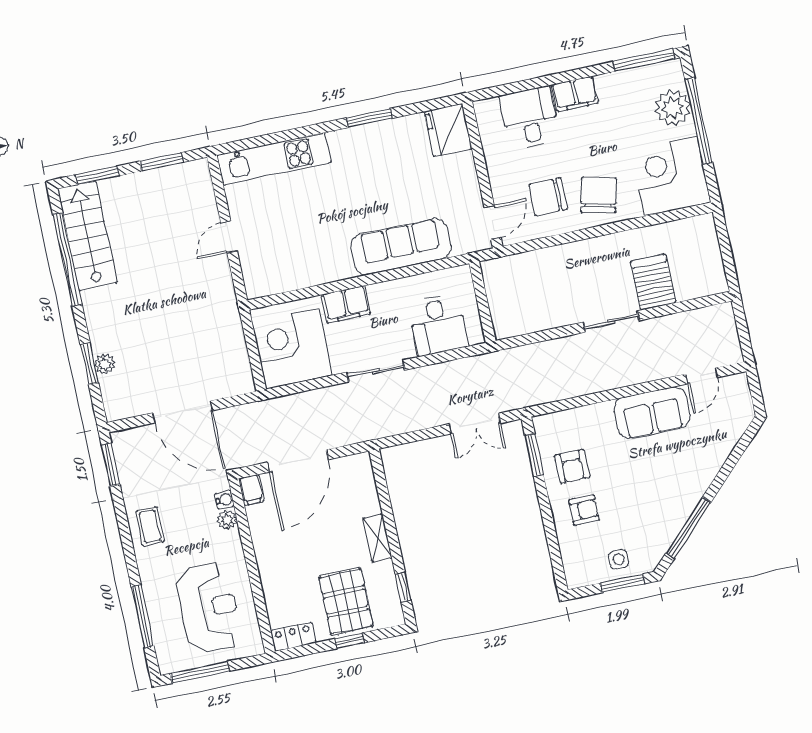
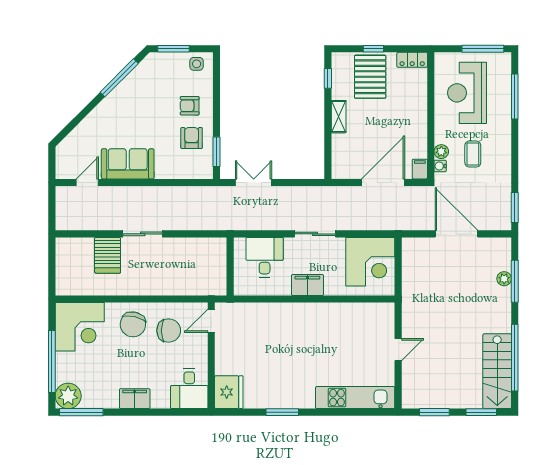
plant: (673, 108) -> (68, 396), moved
desk: (530, 118) -> (189, 389), moved
sofa: (401, 247) -> (279, 317), removed
filing cabinet: (346, 304) -> (307, 285), moved
window: (89, 364) -> (515, 281), width x1.44
coffee table: (150, 526) -> (473, 154), moved
side table: (619, 559) -> (197, 64), moved

